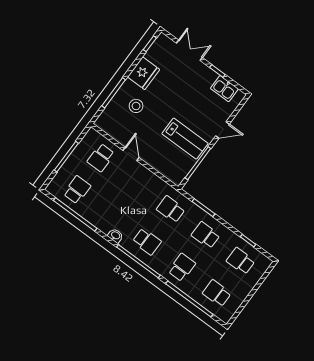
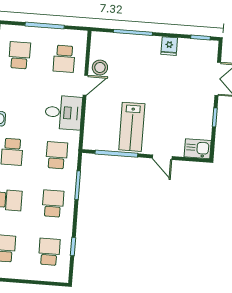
fridge: (144, 73) -> (169, 46), width x0.53, depth x0.75
kitchen sink: (224, 89) -> (198, 149), moved, turned 90
stool: (136, 106) -> (100, 68), moved
school desk: (101, 158) -> (64, 59), turned -90
desk: (141, 184) -> (63, 113), added
school desk: (77, 190) -> (20, 55), turned -90

